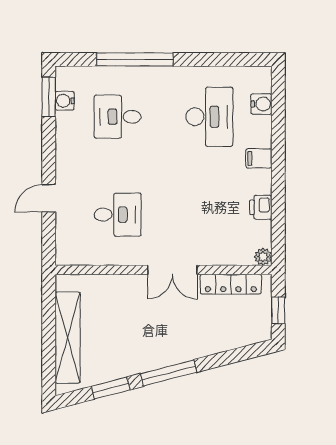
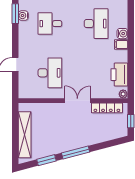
water cooler: (261, 104) -> (122, 34), moved
printer: (261, 207) -> (119, 75), width x1.87, depth x1.48
desk: (118, 215) -> (50, 73), width x1.37
double door: (172, 270) -> (77, 101), swing flipped

